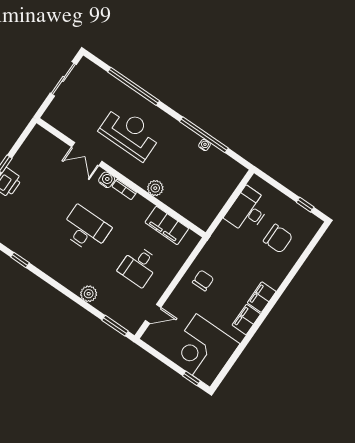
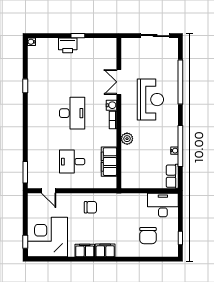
row of seats: (231, 167) -> (172, 176), added
desk: (248, 210) -> (163, 205), moved
plant: (89, 294) -> (34, 142), removed

